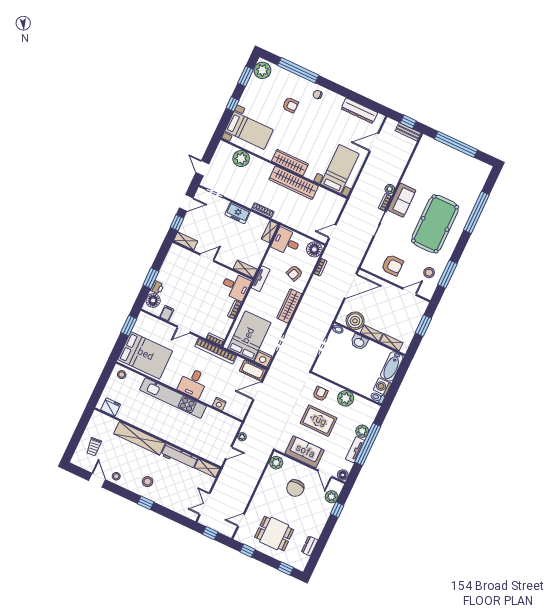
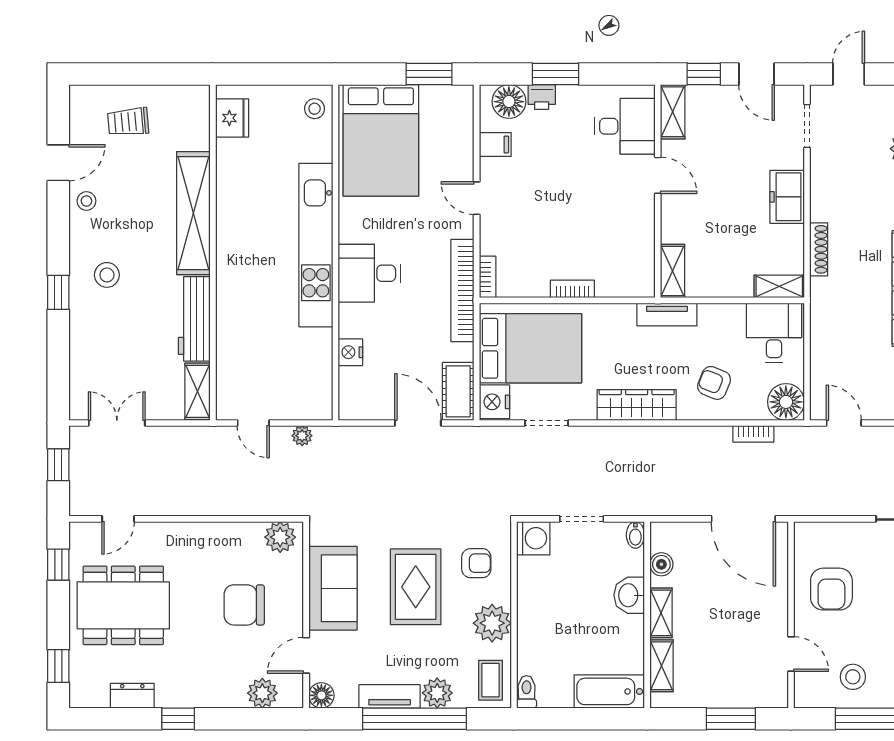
desk: (236, 286) -> (625, 126), moved, turned -90
boiler: (355, 321) -> (661, 564), width x0.54, depth x0.54
washing machine: (382, 387) -> (533, 538), moved, turned 90
coffee table: (367, 409) -> (491, 680), added
window: (337, 510) -> (178, 719), moved
door: (241, 520) -> (118, 519), swing flipped
dining table: (274, 533) -> (123, 605), width x1.38

